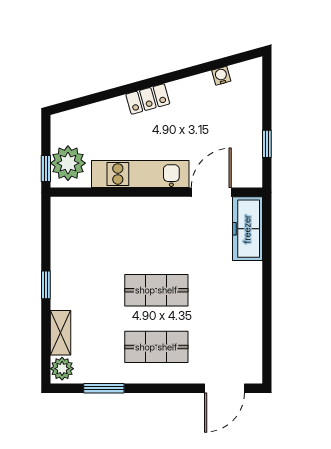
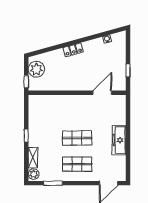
plant: (68, 163) -> (36, 69), moved
kitchen unit: (140, 174) -> (70, 84), removed
freezer: (247, 229) -> (119, 140), moved

